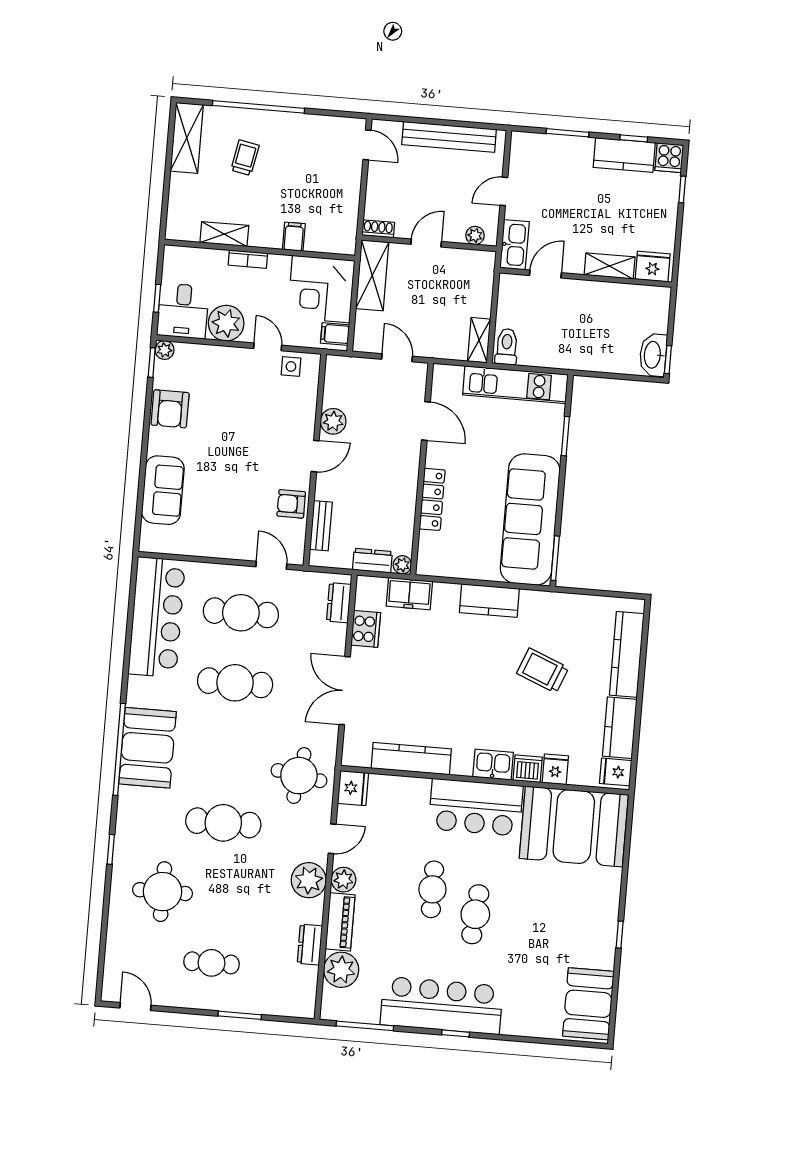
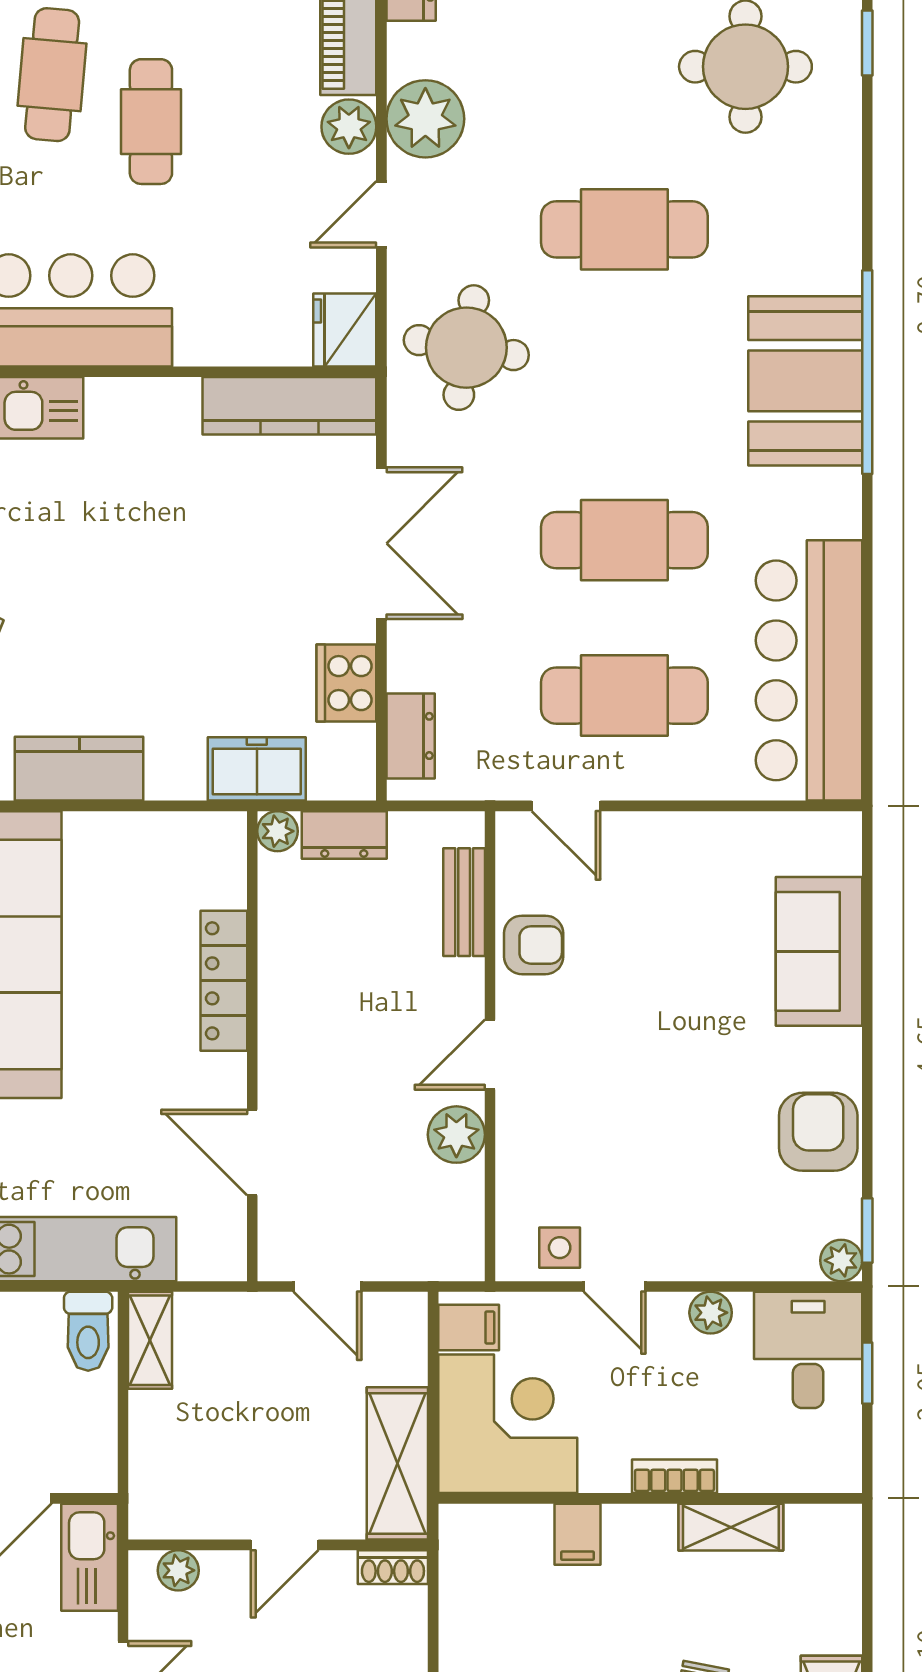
plant: (226, 323) -> (711, 1313), width x0.53, depth x0.53
kitchen counter: (411, 759) -> (289, 406), moved
window: (111, 849) -> (867, 43), moved

